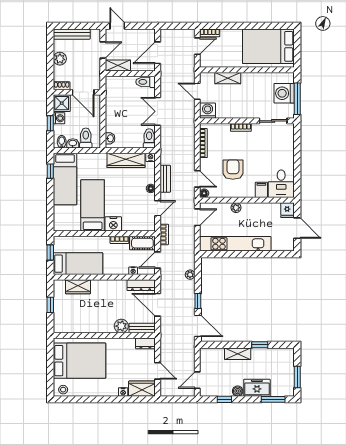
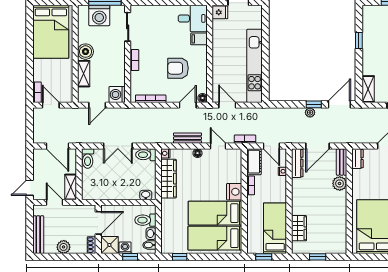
boiler: (249, 80) -> (86, 52), added
bed: (65, 179) -> (215, 238), moved, turned 180
plant: (236, 208) -> (217, 65), removed
plant: (190, 275) -> (310, 113), moved
shelving: (238, 354) -> (368, 89), moved

